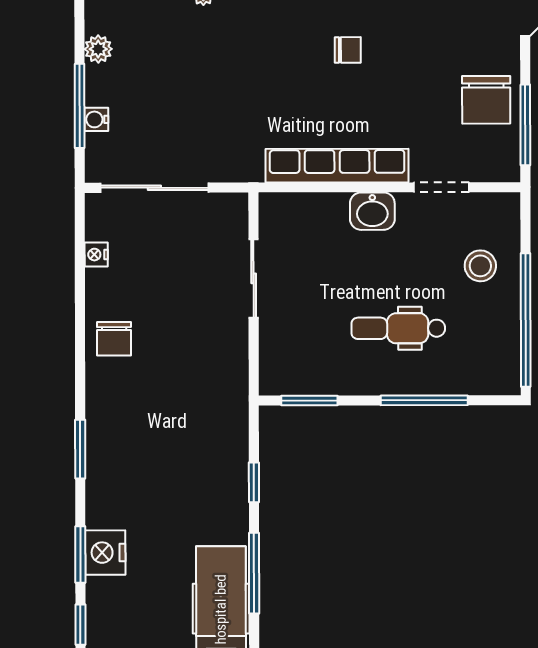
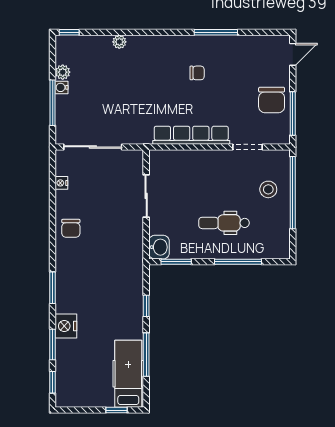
water cooler: (96, 119) -> (62, 87), moved
washbasin: (372, 211) -> (159, 247), moved, turned -90
window: (526, 320) -> (293, 193), moved
nightstand: (105, 553) -> (66, 326), moved

